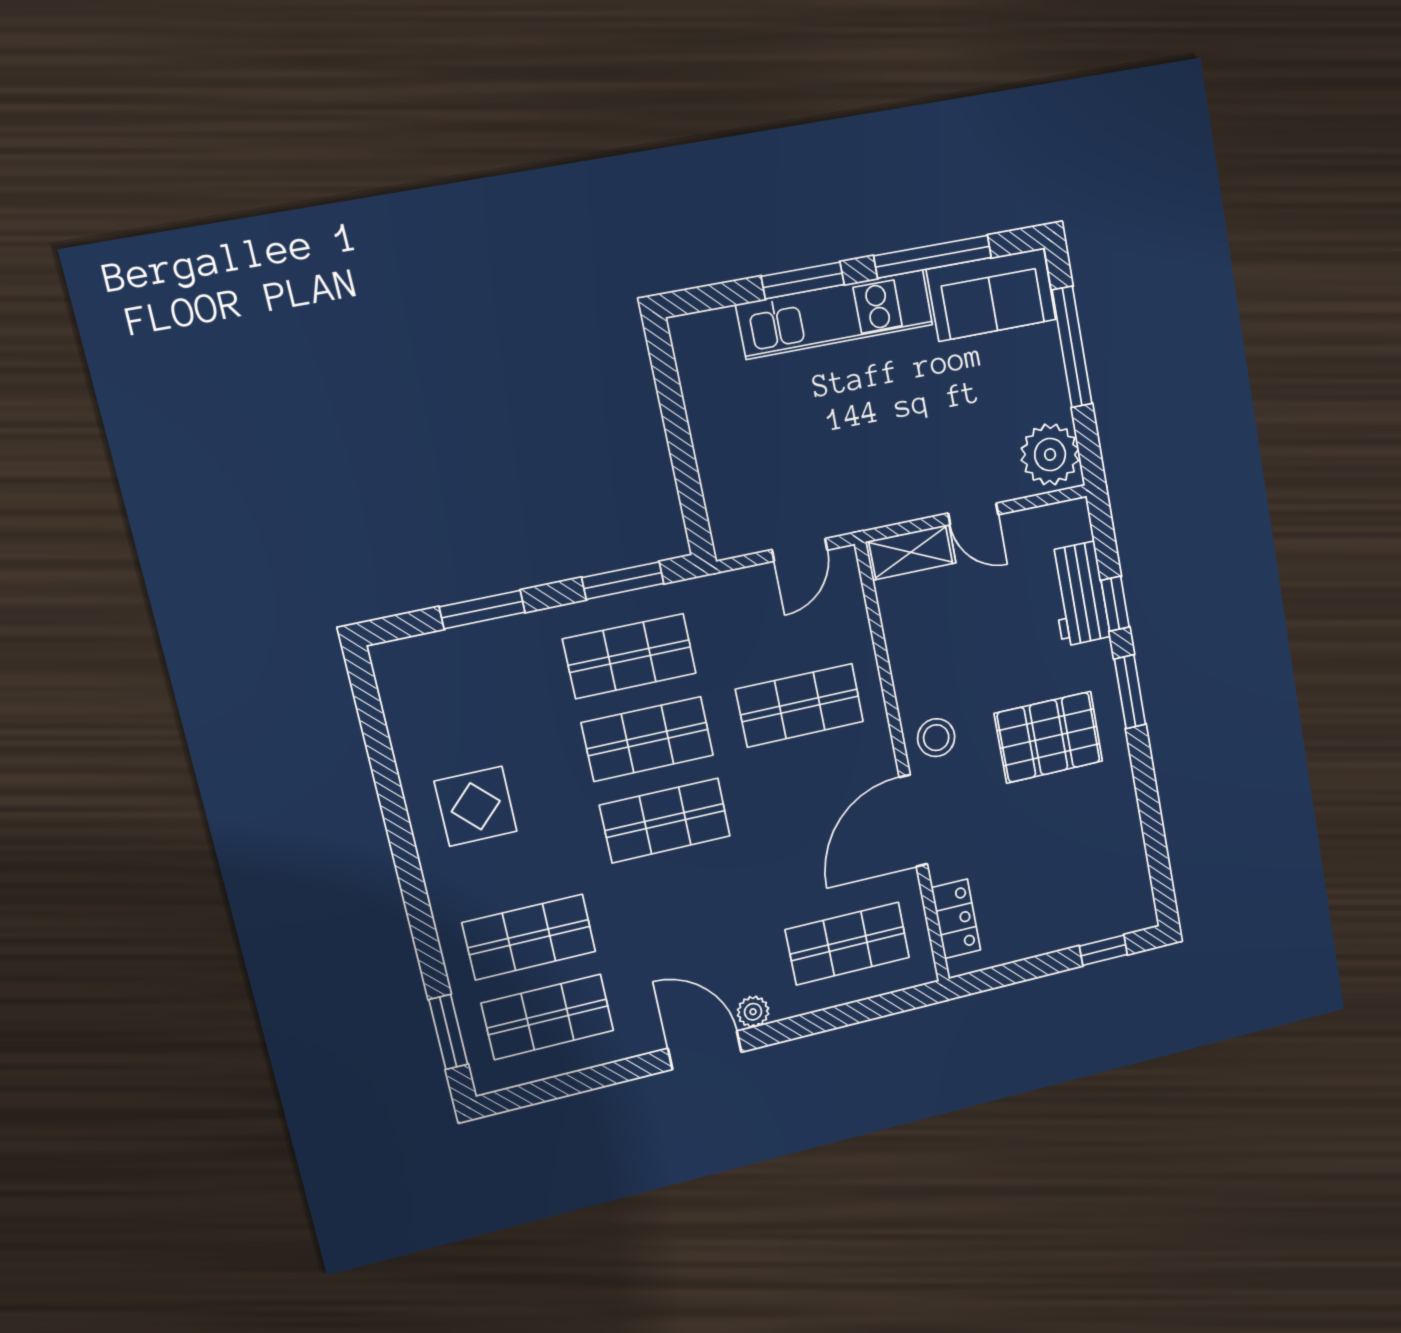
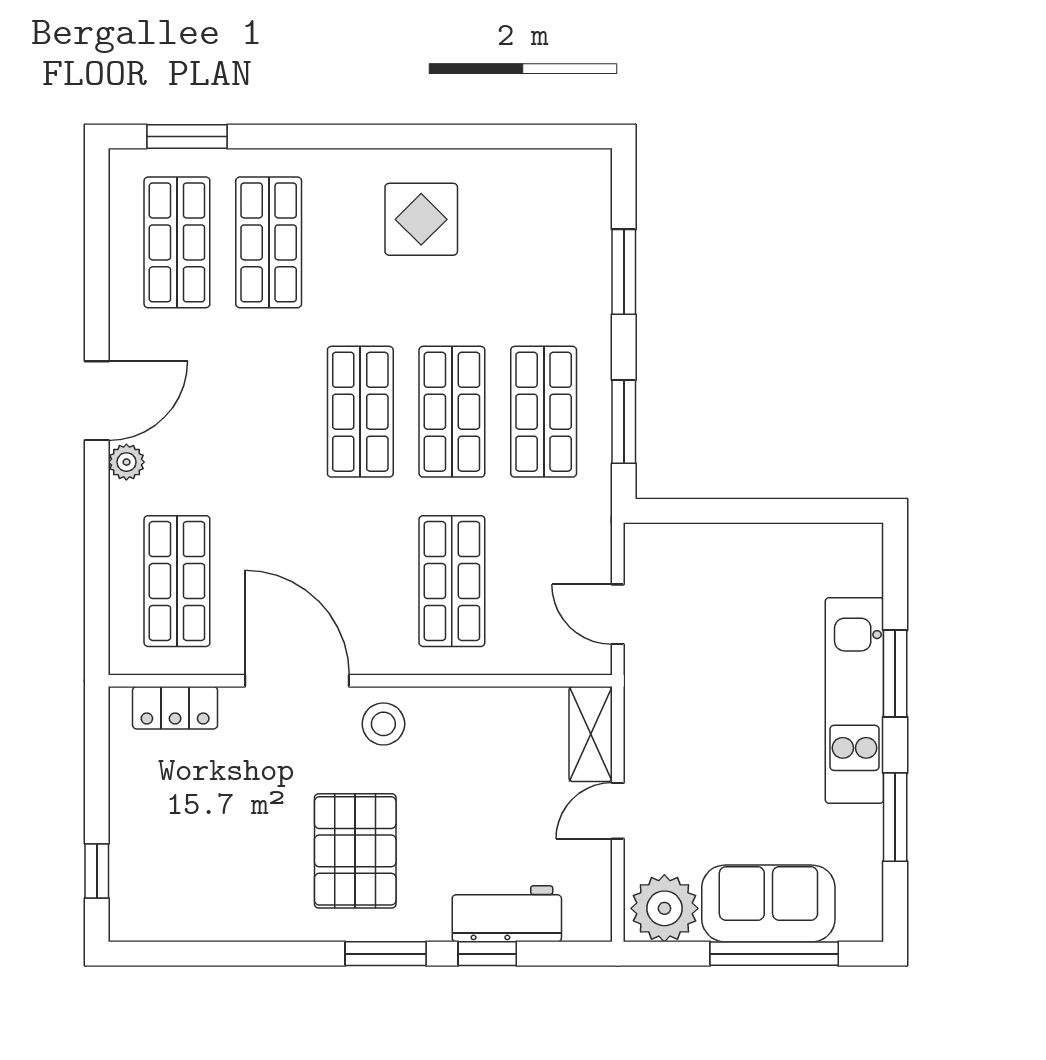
window: (933, 257) -> (895, 817), width x0.69
sofa: (991, 295) -> (768, 903), moved, turned 90

